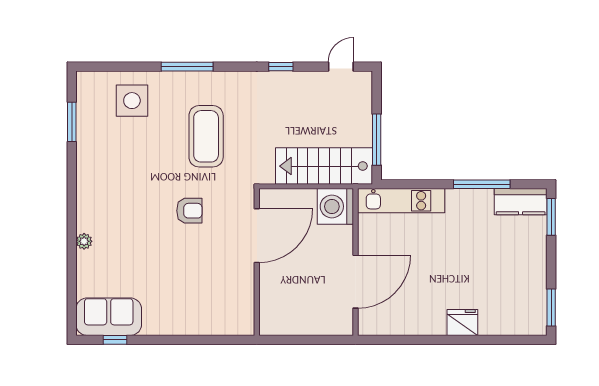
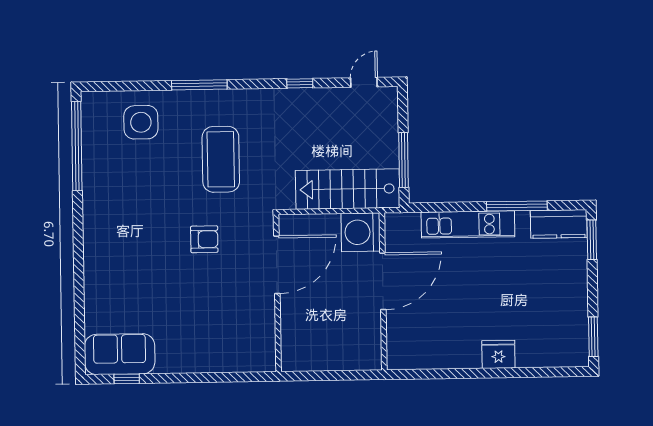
window: (72, 122) -> (77, 146), width x2.11
kitchen unit: (401, 201) -> (468, 224), moved
plant: (84, 241) -> (92, 274), removed
door: (356, 282) -> (383, 281), moved

